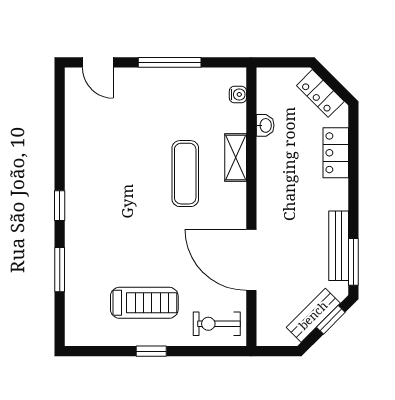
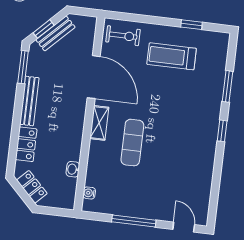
shelving: (236, 158) -> (99, 123), moved
bench: (339, 246) -> (29, 101), moved
window: (151, 351) -> (192, 25), moved

